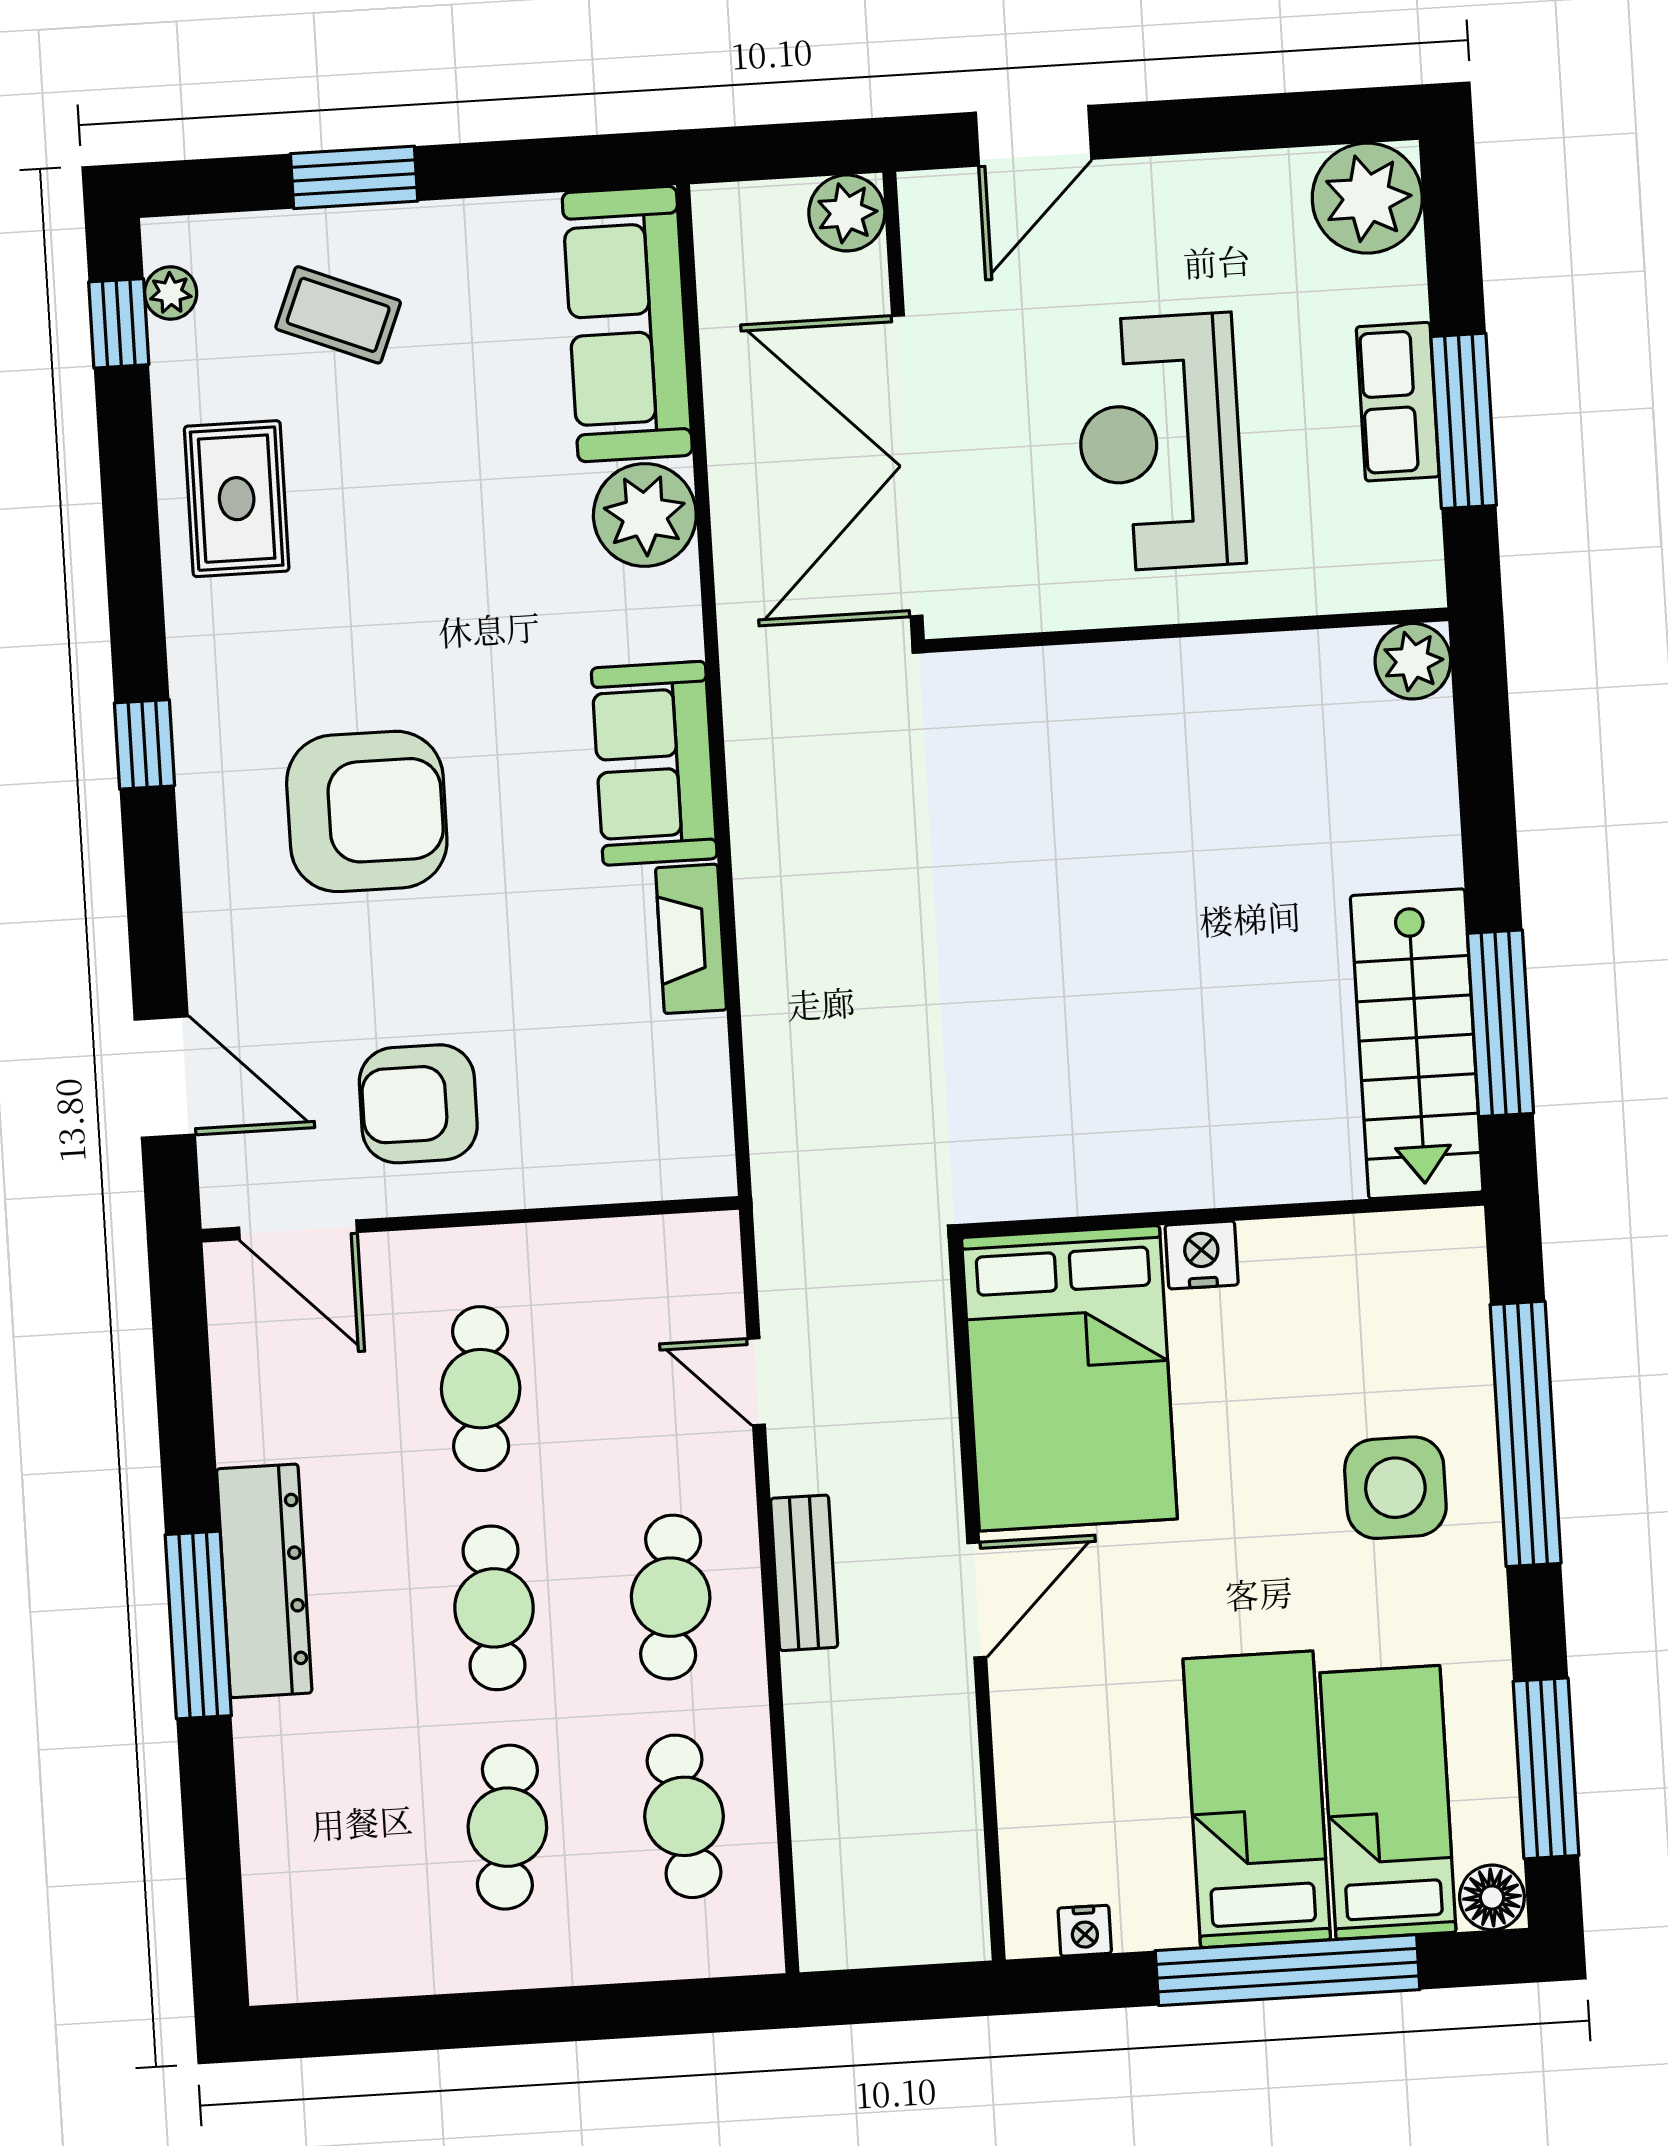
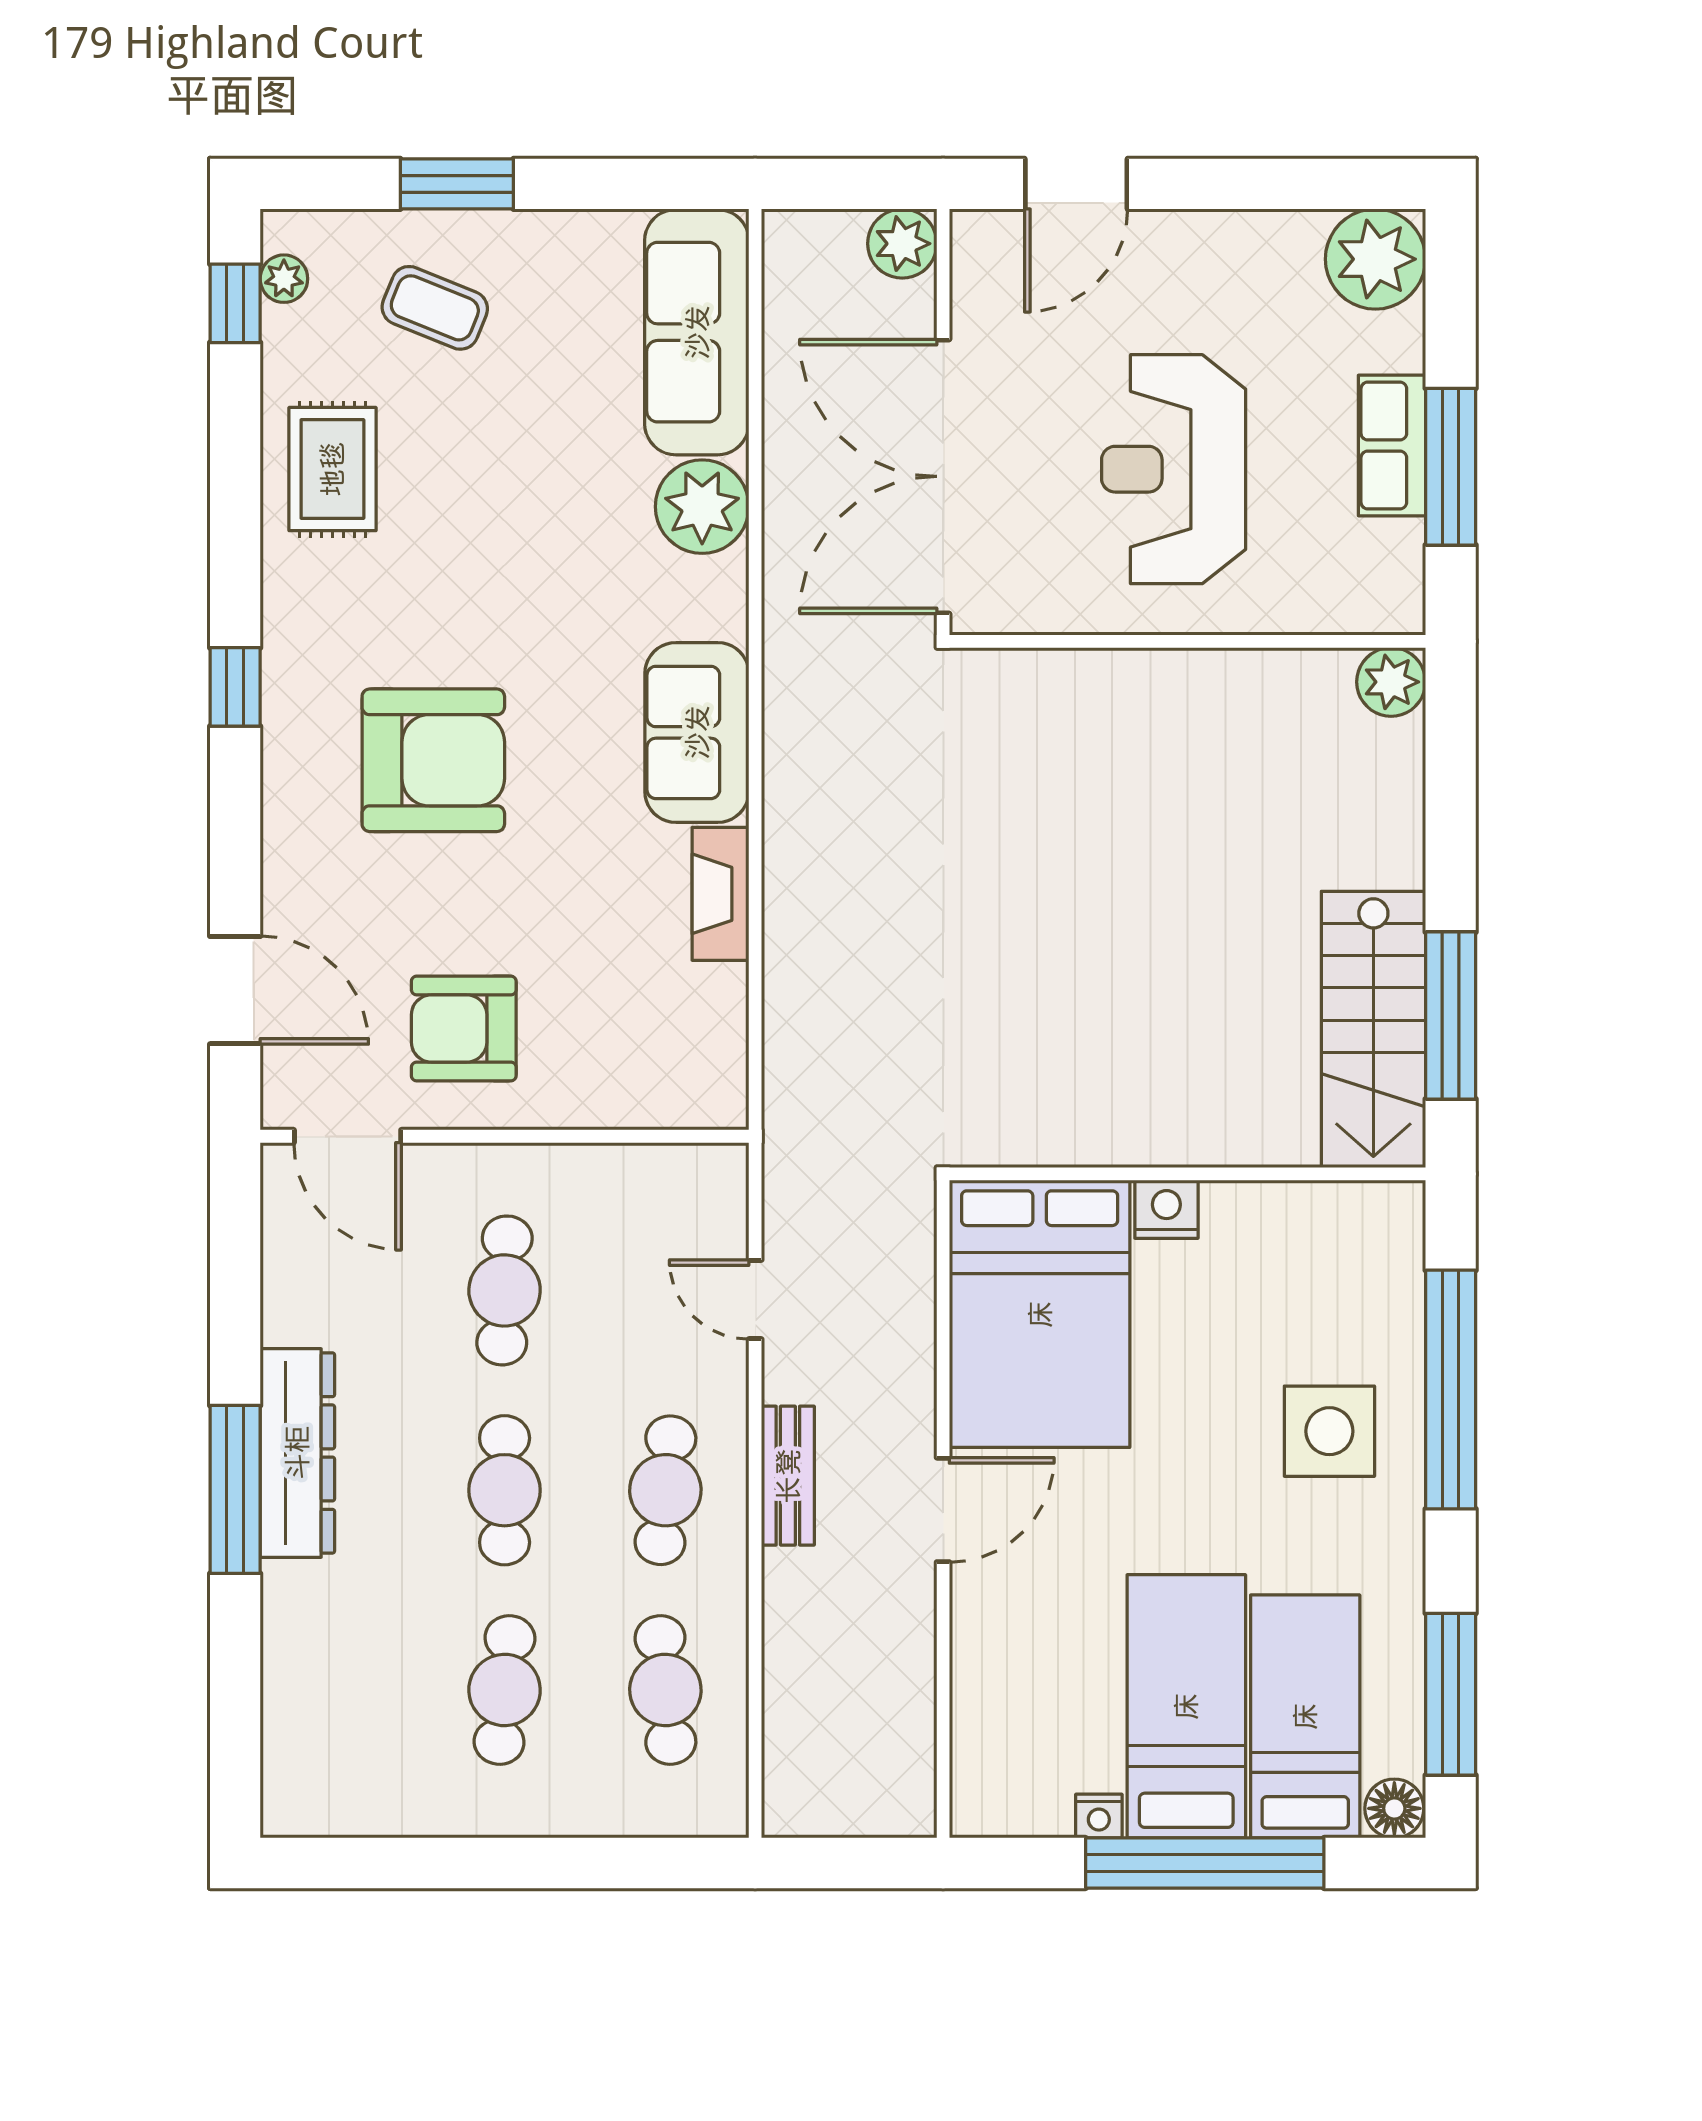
nightstand: (1085, 1931) -> (1099, 1816), moved

